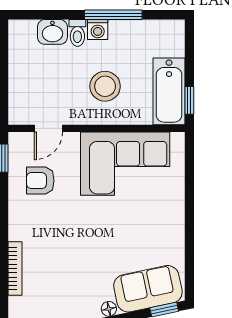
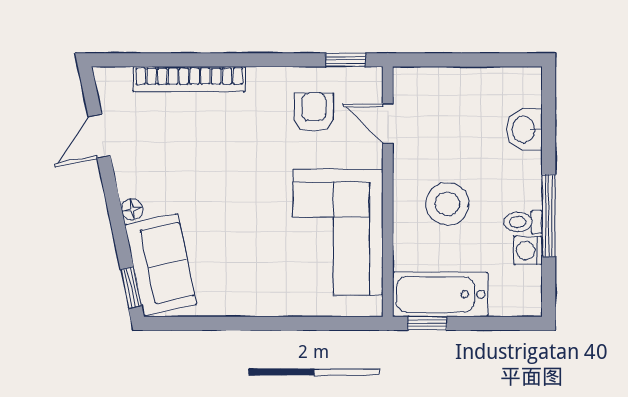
washing machine: (98, 29) -> (528, 251), moved
toilet: (77, 33) -> (523, 222), moved
bookcase: (15, 269) -> (189, 79), width x1.48, depth x1.31

